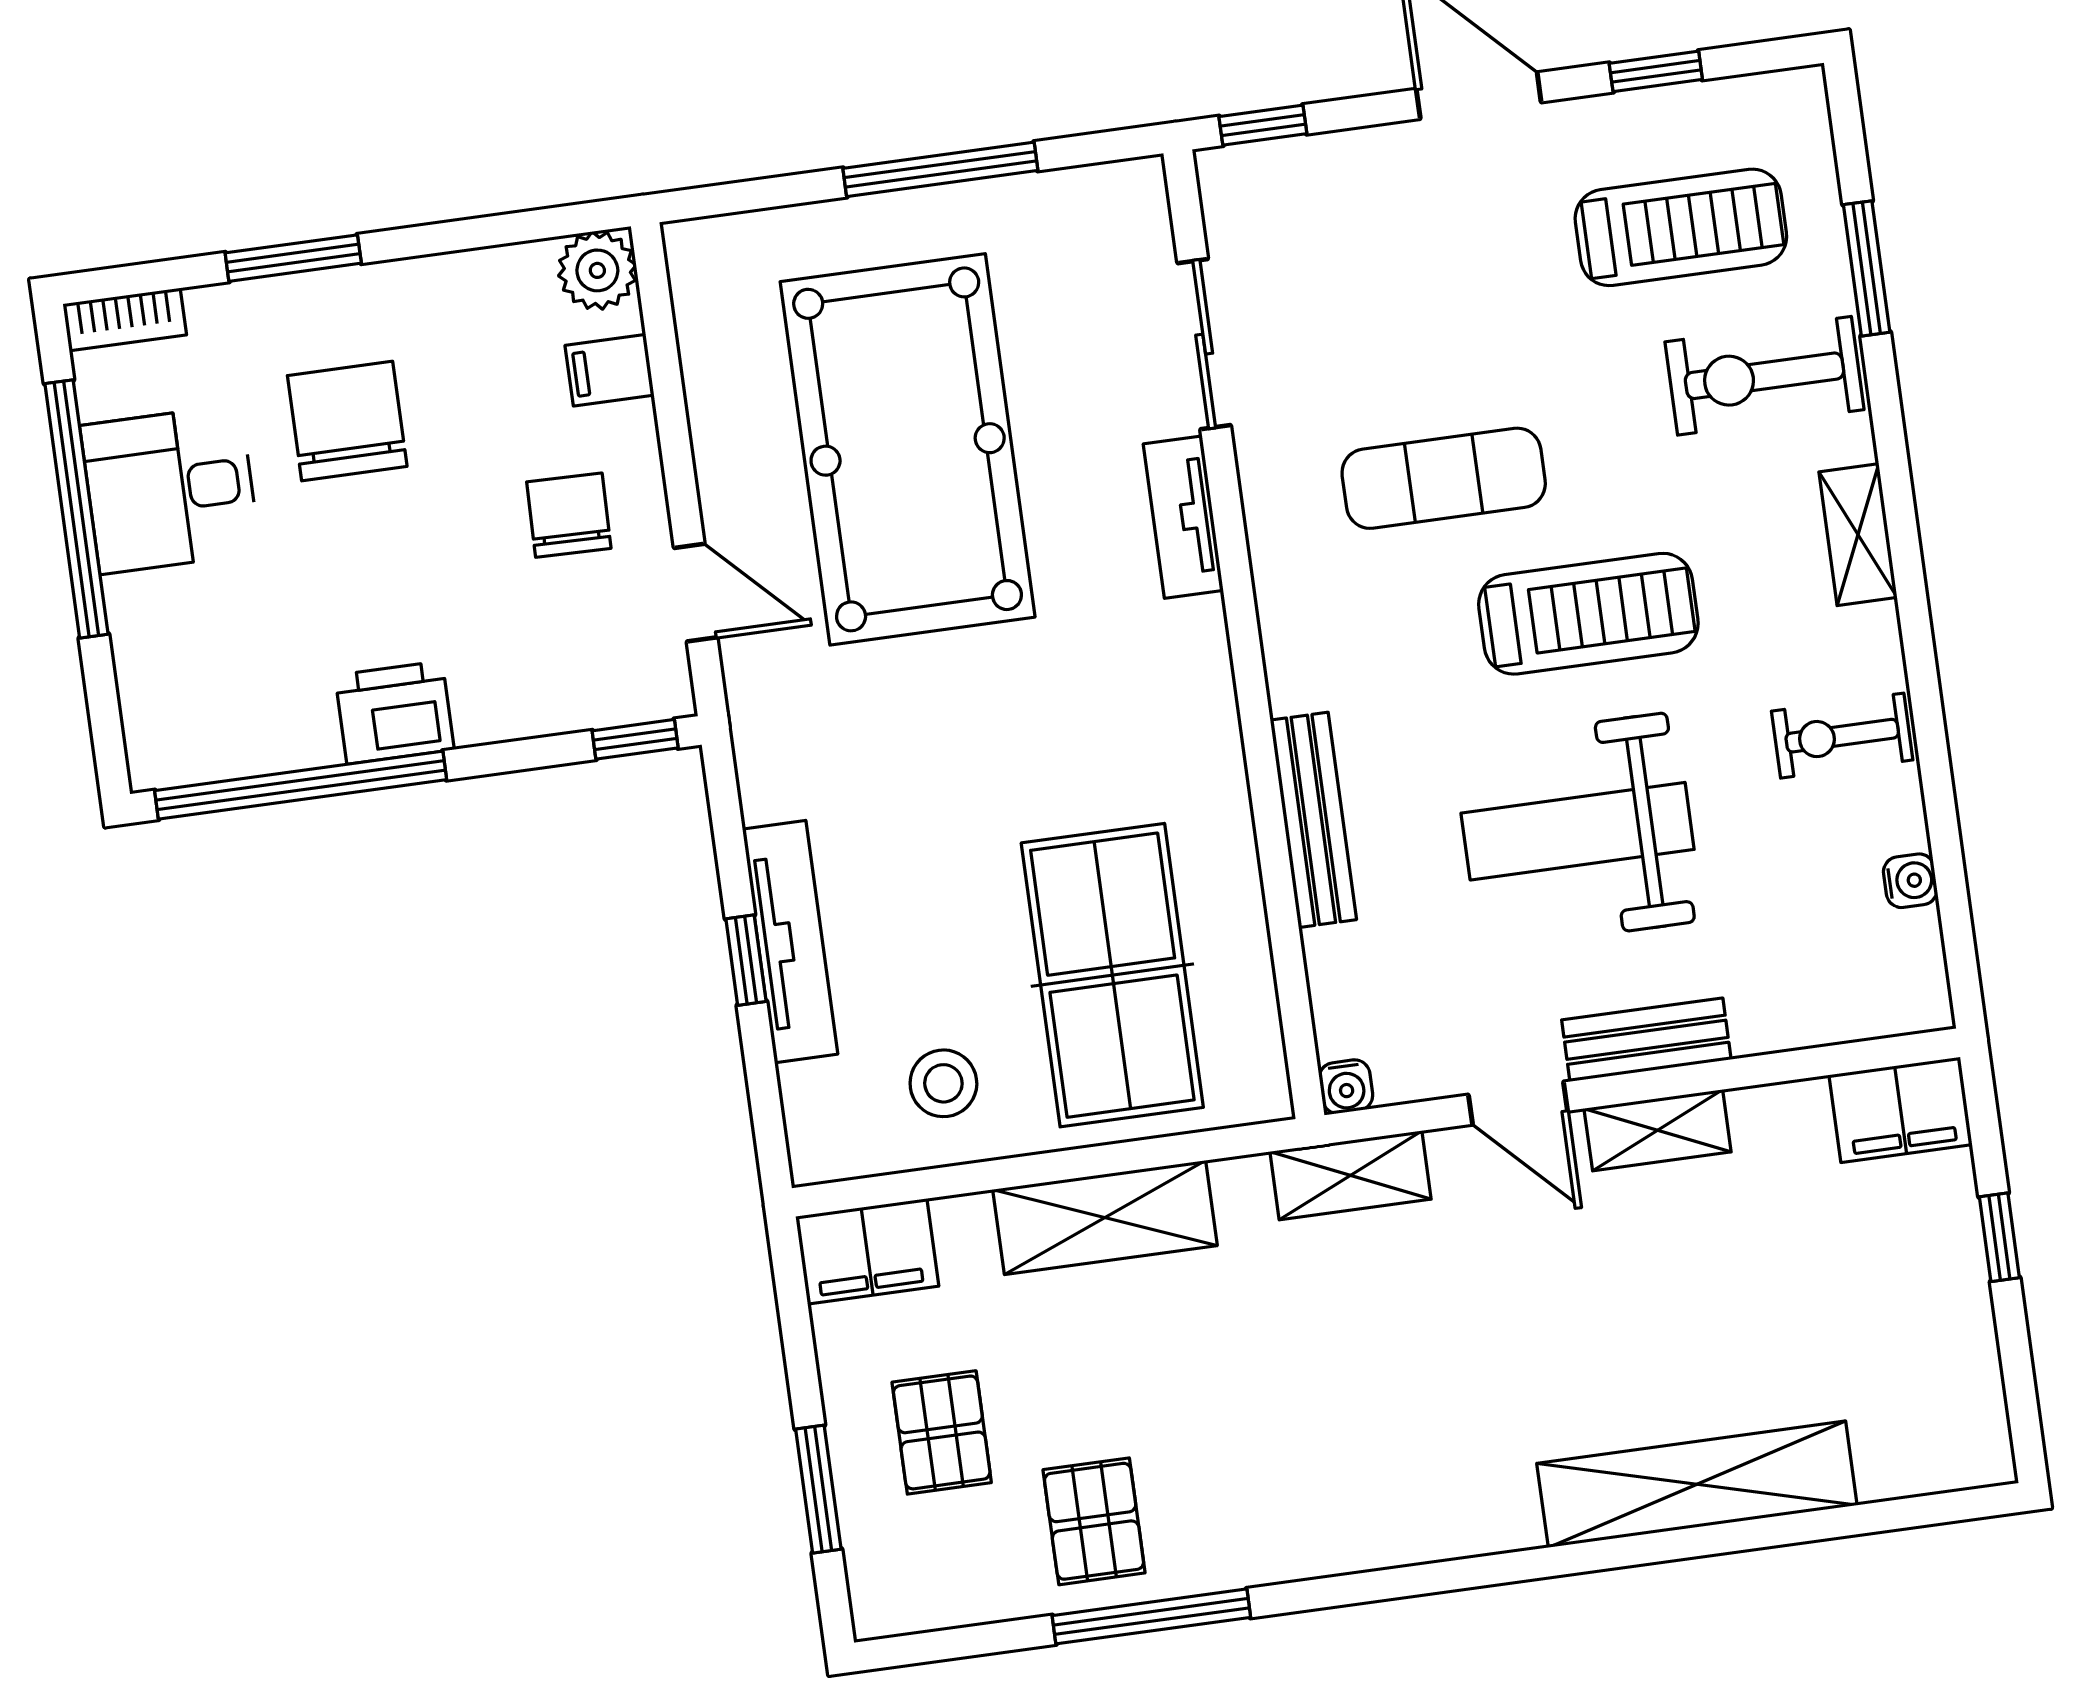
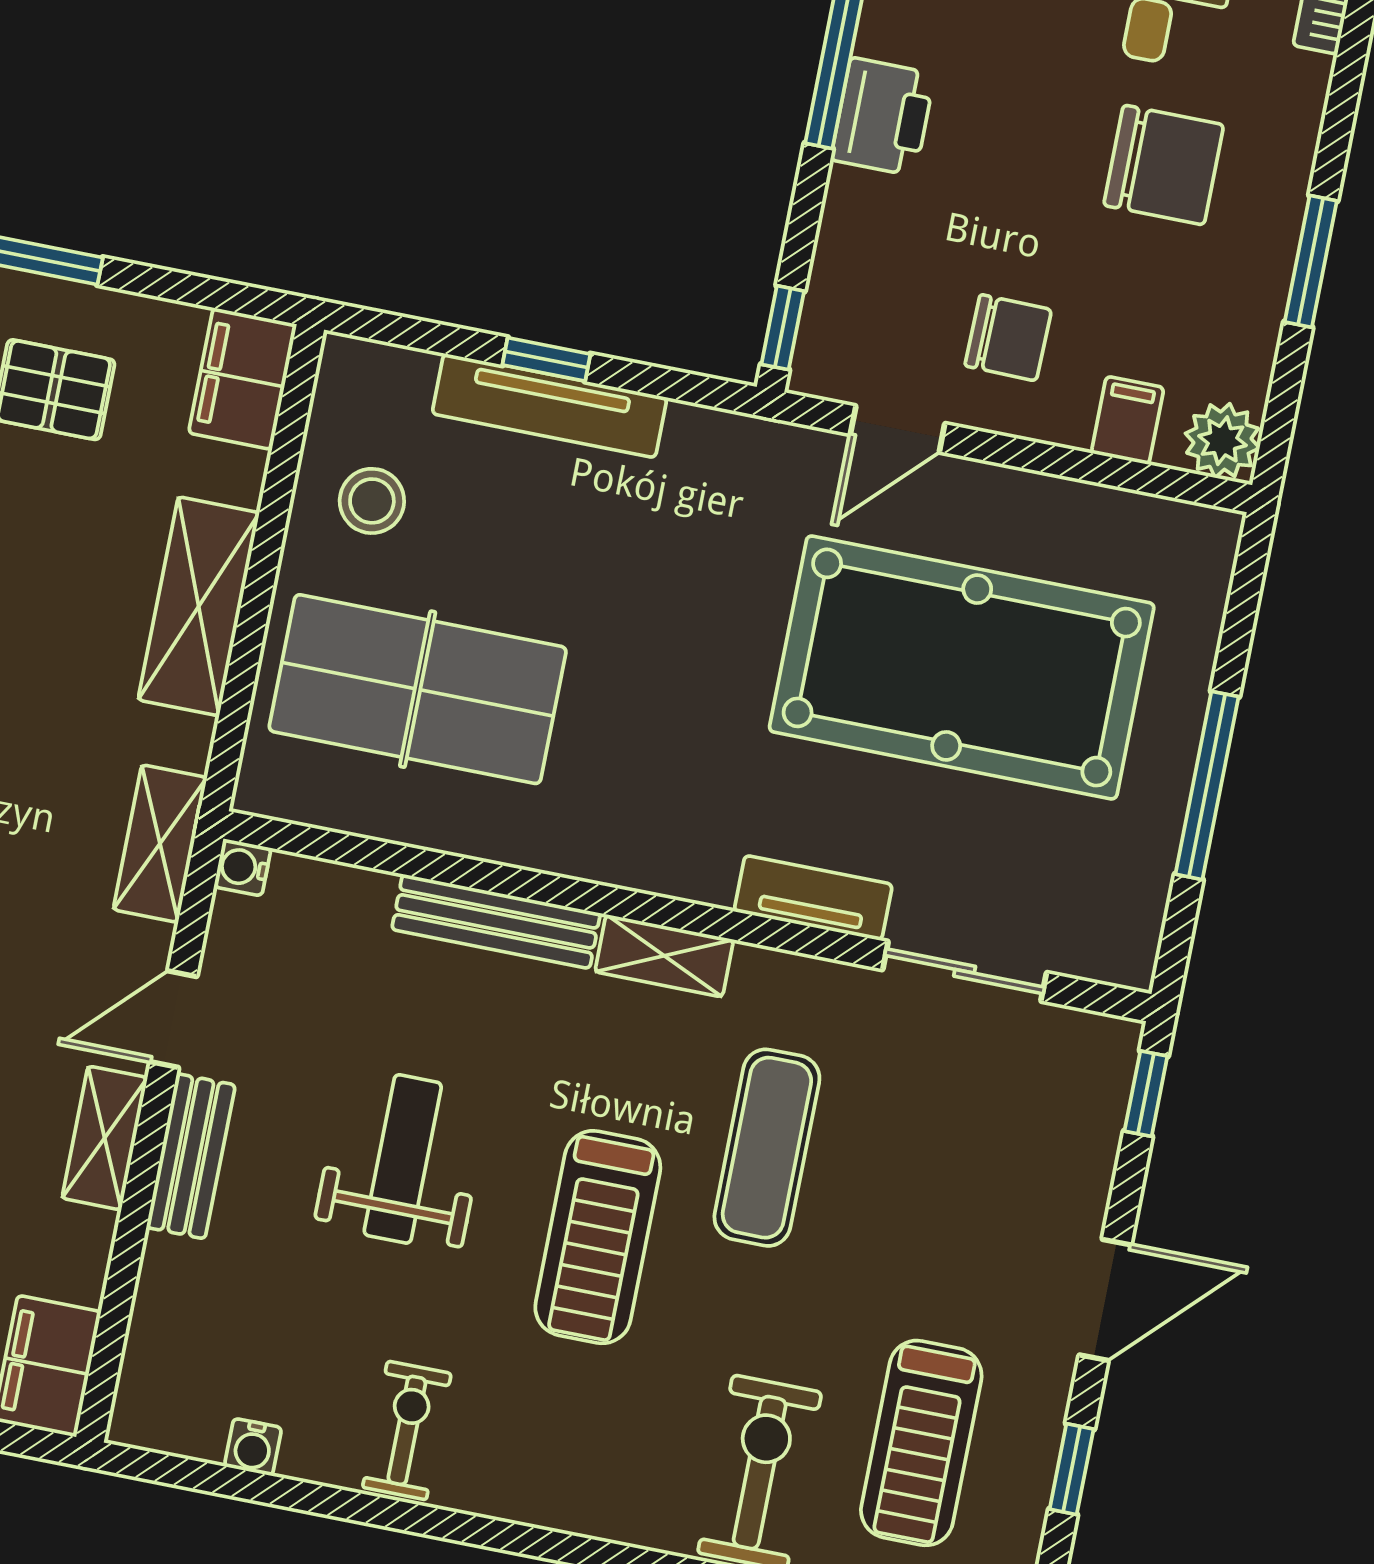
window: (293, 258) -> (1311, 261), moved
shelving: (1858, 535) -> (664, 956), moved
weight bench: (1578, 831) -> (403, 1159), width x0.73, depth x0.75

